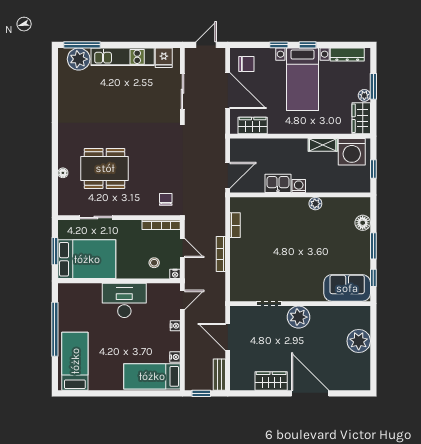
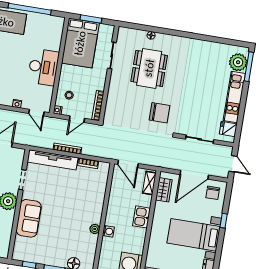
window: (308, 45) -> (220, 243), removed
shelving: (323, 145) -> (149, 183), moved
kitchen sink: (278, 183) -> (142, 217), moved, turned 180
washing machine: (299, 186) -> (108, 231), moved
chair: (166, 199) -> (160, 113), moved, width x1.87, depth x1.87
tv unit: (238, 270) -> (53, 160), added
sofa: (347, 288) -> (29, 218), moved

